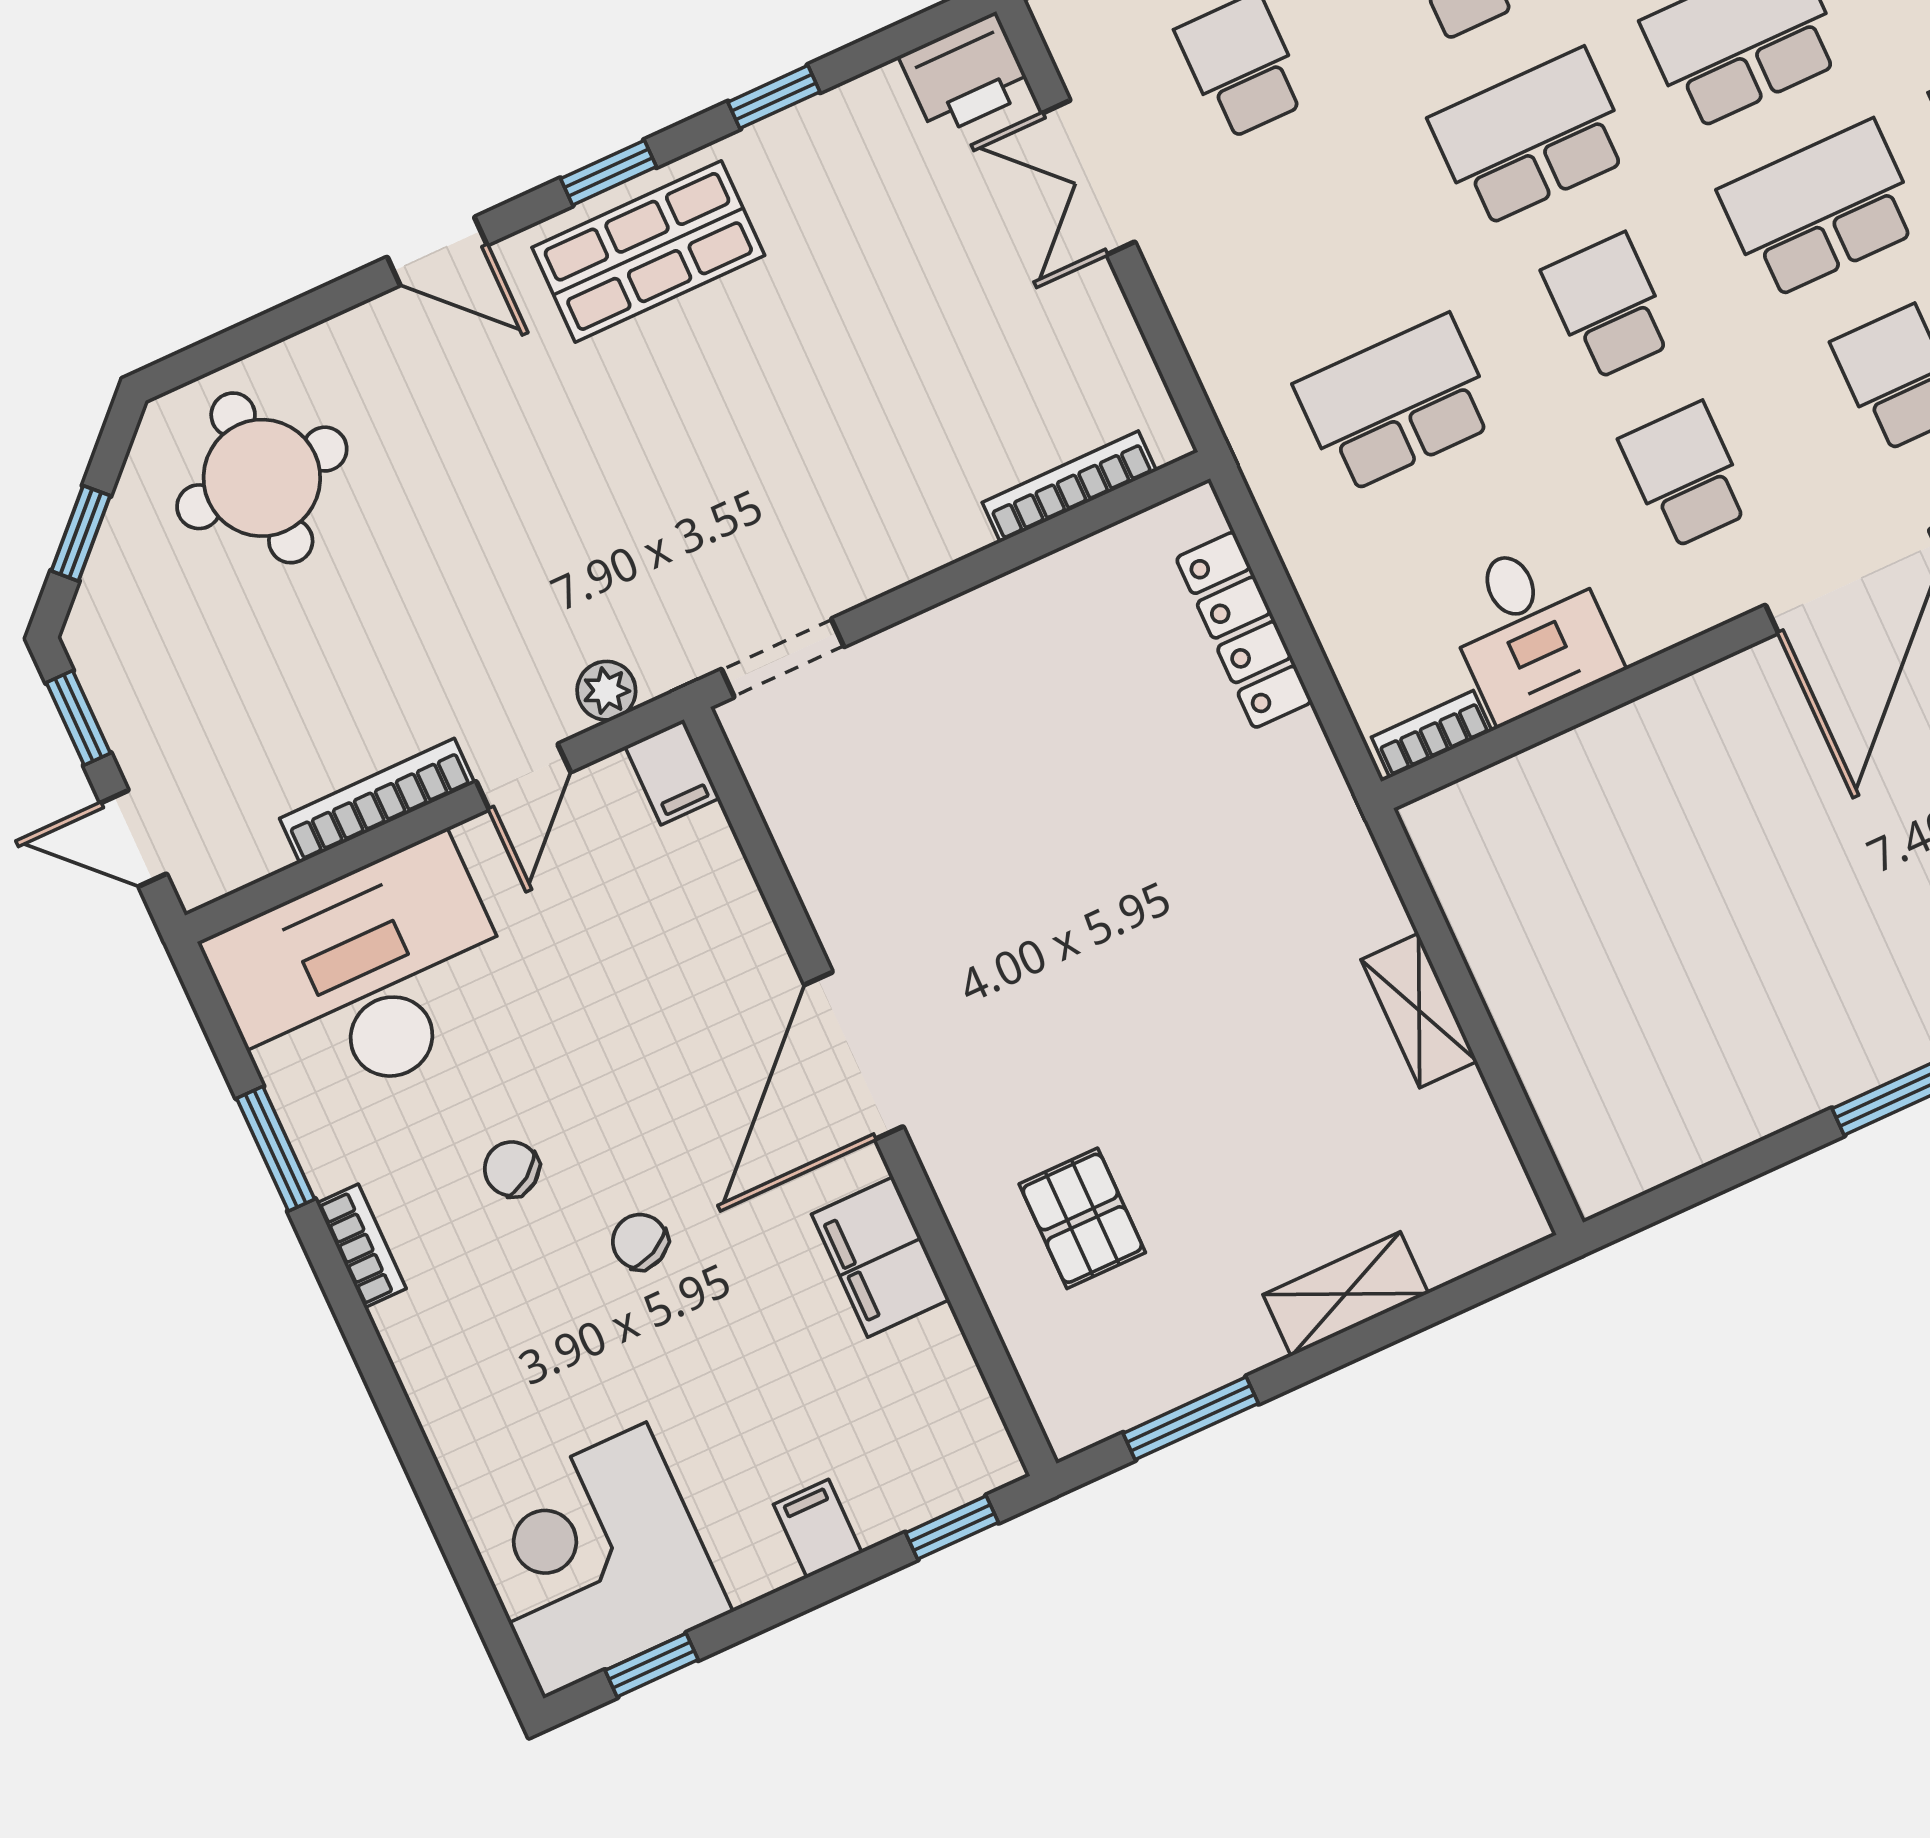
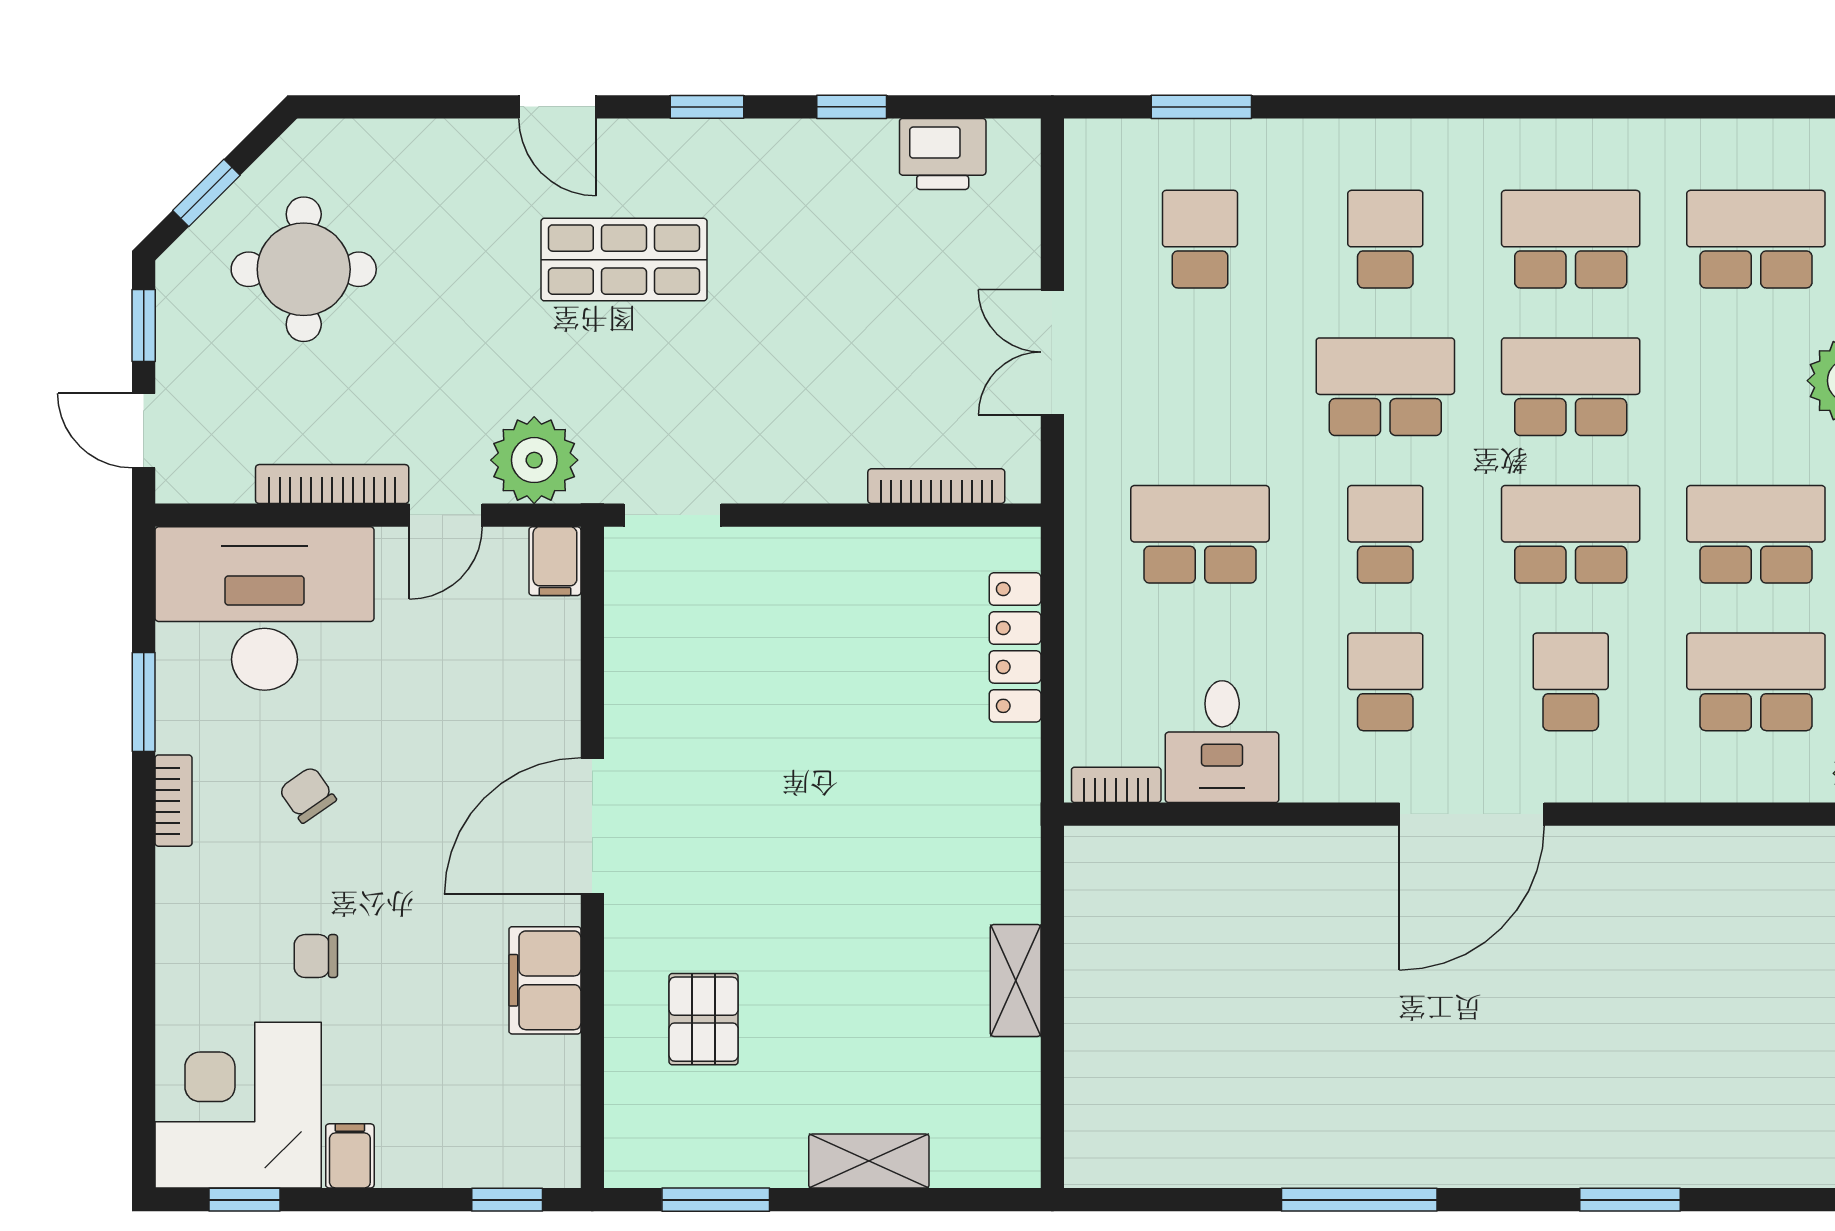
printer: (966, 74) -> (943, 154), moved
double door: (1088, 177) -> (1052, 352), moved
shop shelf: (648, 251) -> (624, 260), moved
round table: (262, 478) -> (304, 269), moved
plant: (606, 691) -> (534, 460), width x1.87, depth x1.87
chair: (640, 1242) -> (316, 956), moved, turned -65
filing cabinet: (818, 1529) -> (350, 1156), moved

